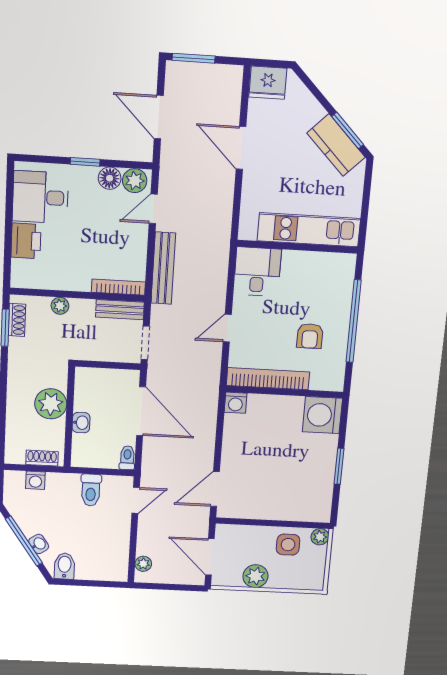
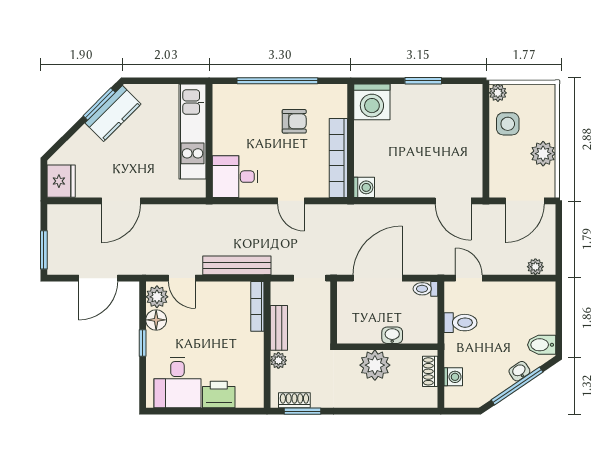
bench: (120, 310) -> (279, 328), moved

